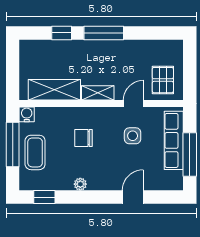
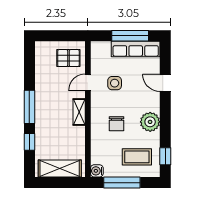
shelving: (54, 90) -> (60, 168), moved, turned 90
door: (133, 104) -> (88, 82), hinge flipped
row of seats: (174, 140) -> (136, 49), moved
coffee table: (35, 152) -> (137, 157), moved
plant: (80, 184) -> (150, 122), width x1.88, depth x1.88

